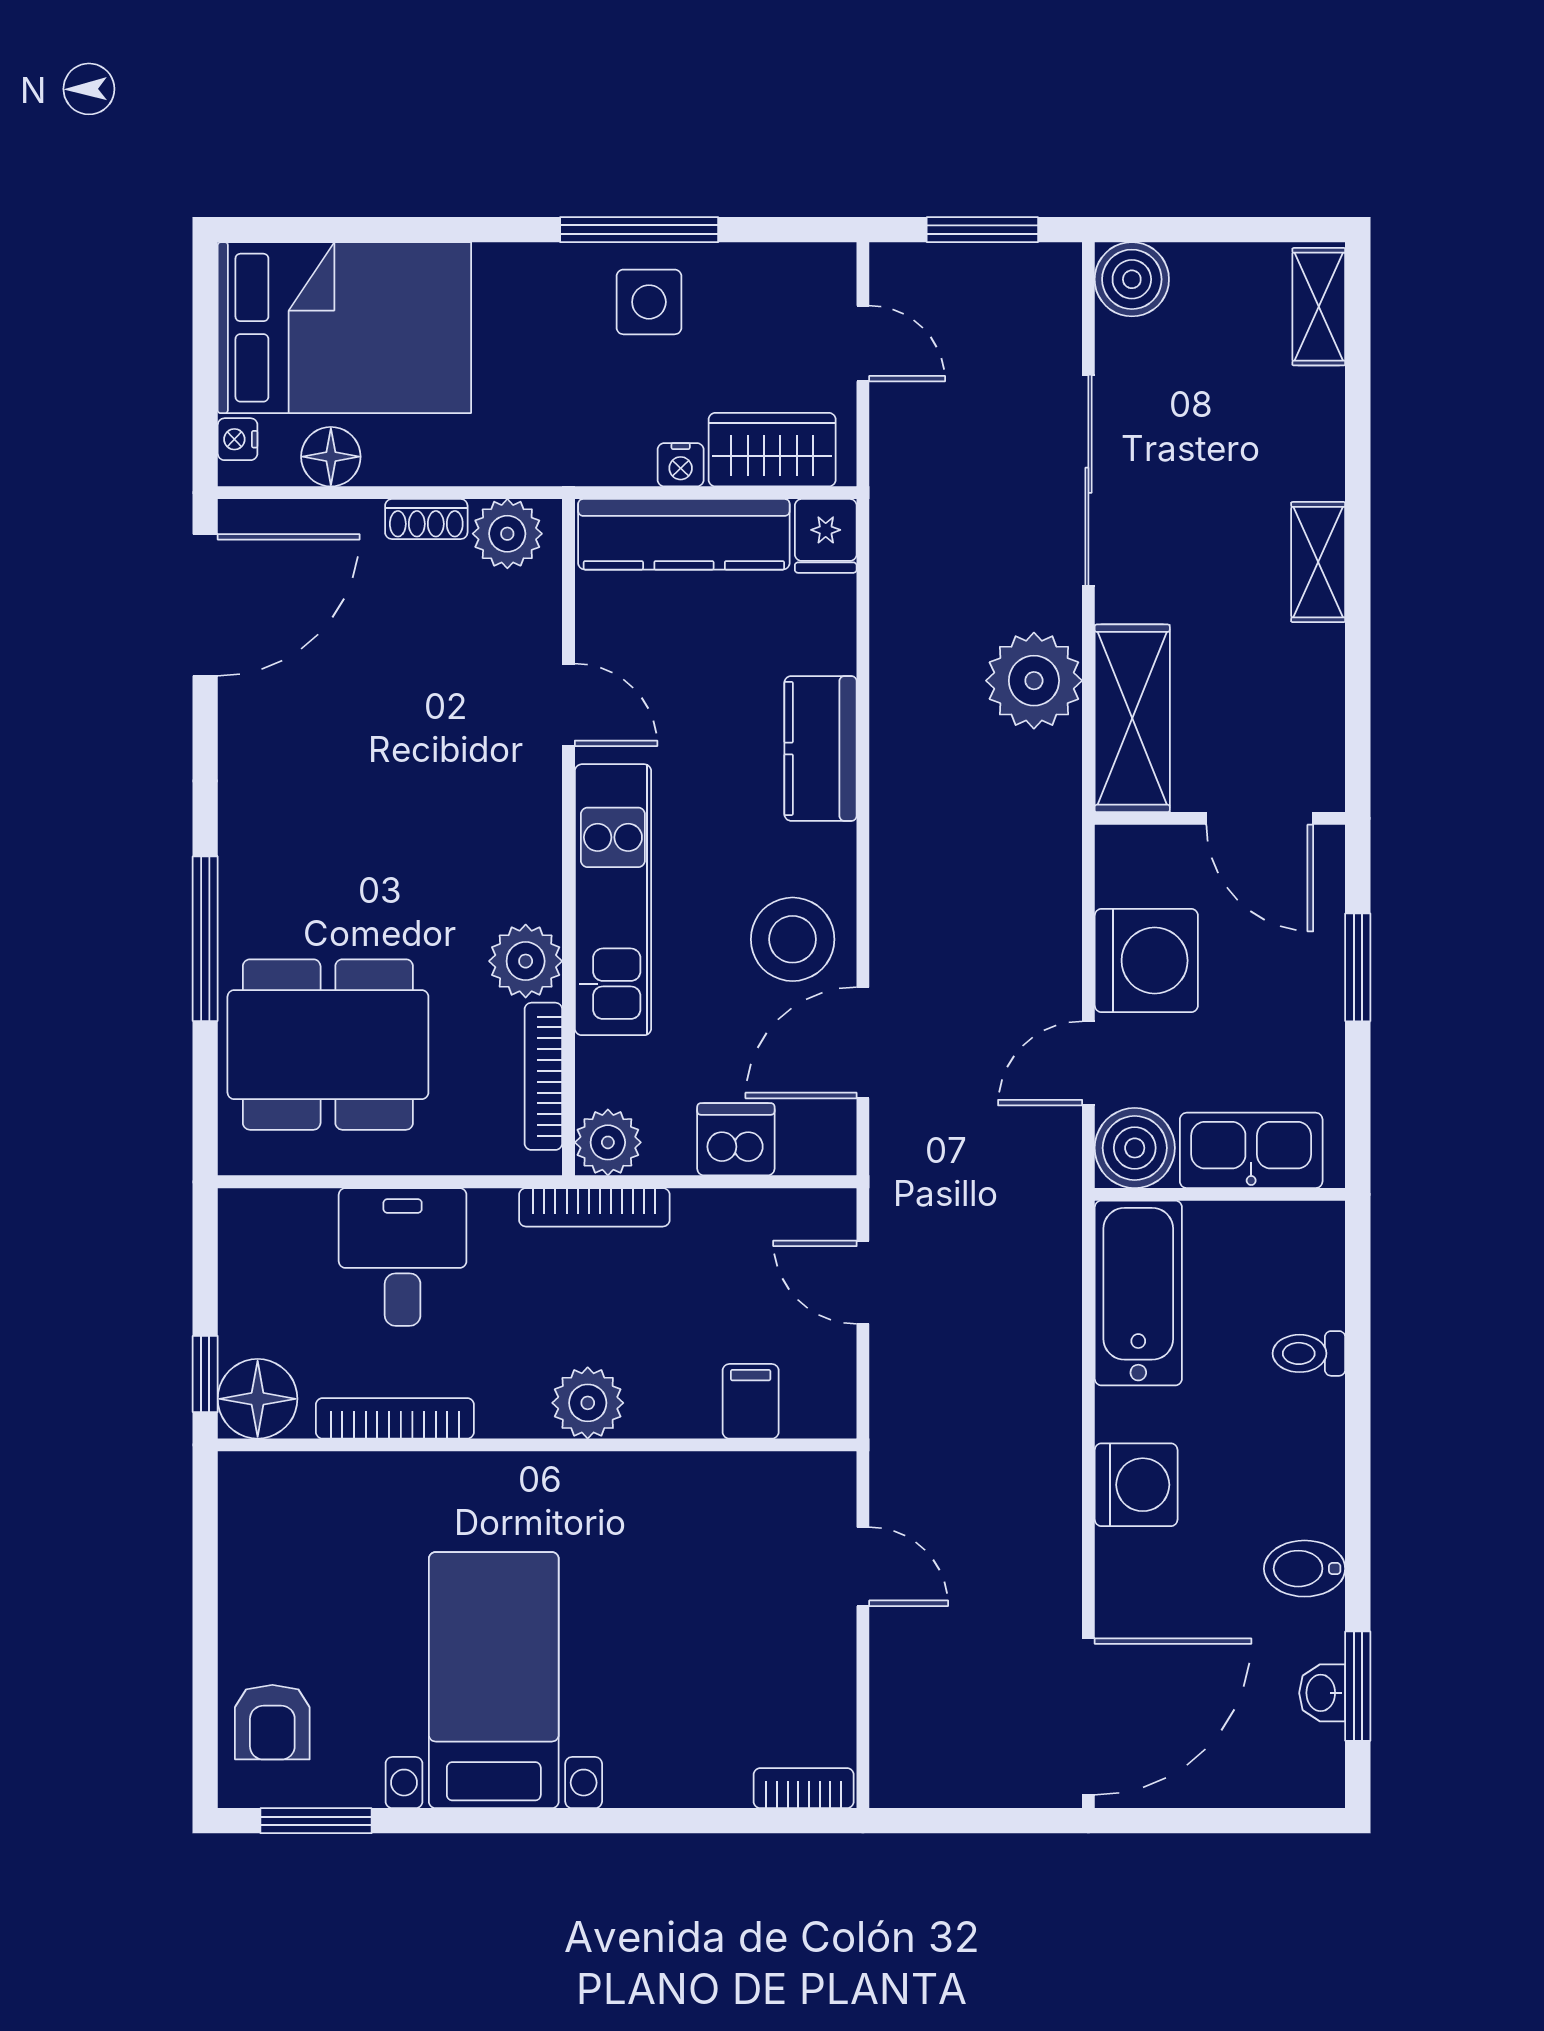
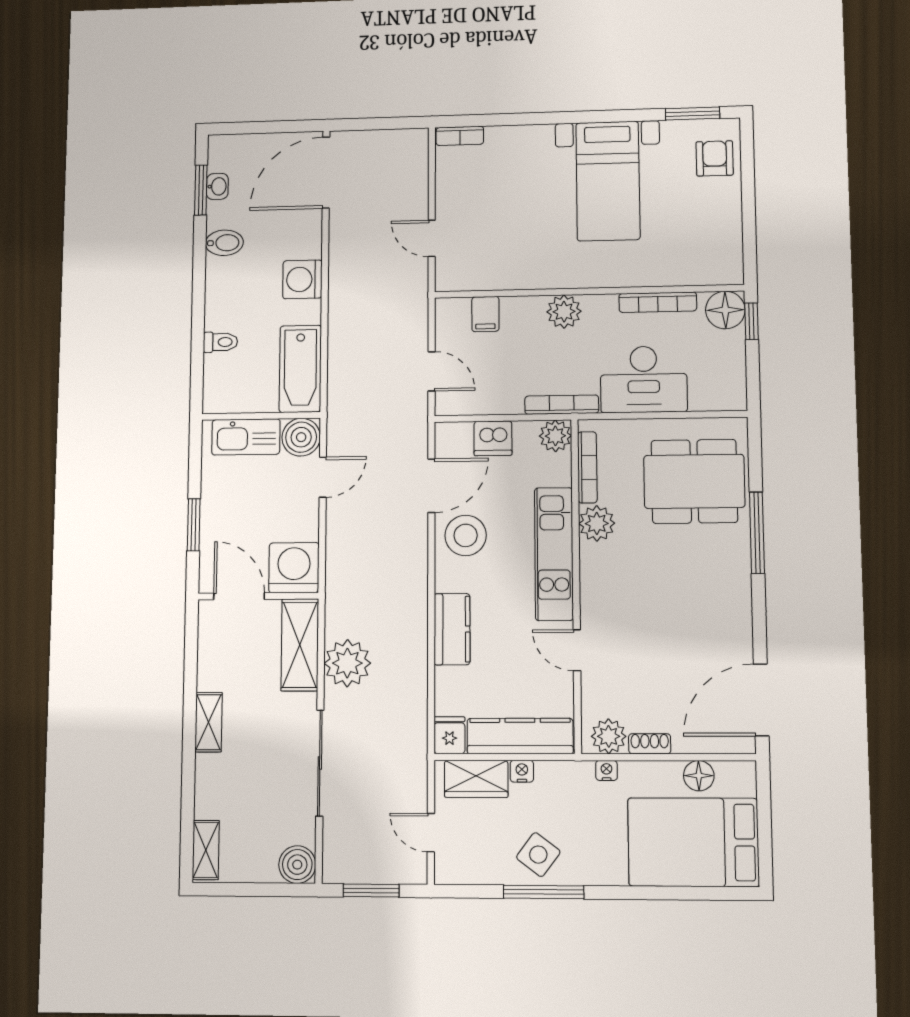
side table: (649, 302) -> (538, 855), turned 37
nightstand: (238, 439) -> (606, 770), moved, turned -90
washing machine: (1146, 961) -> (294, 568), moved, turned 90
desk: (403, 1257) -> (644, 379), width x1.37

